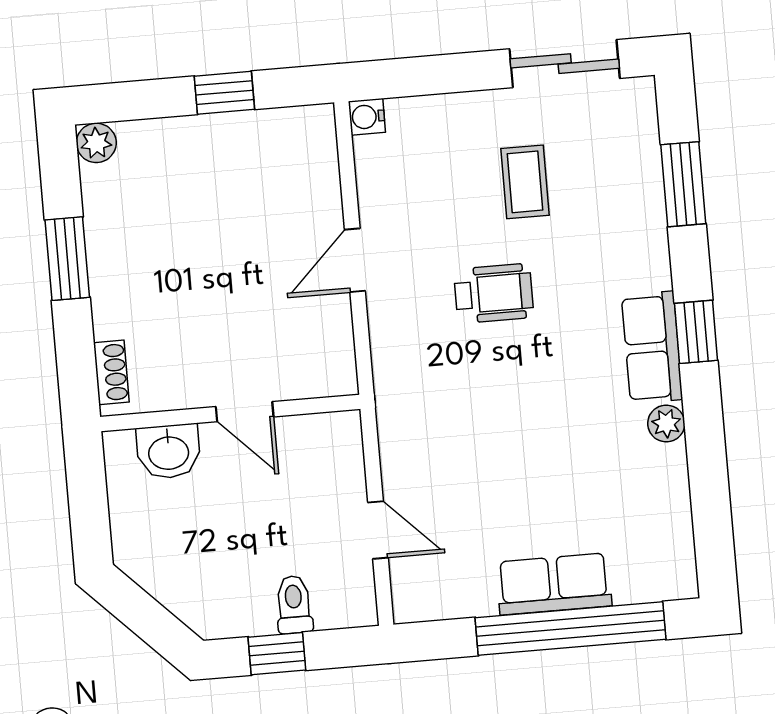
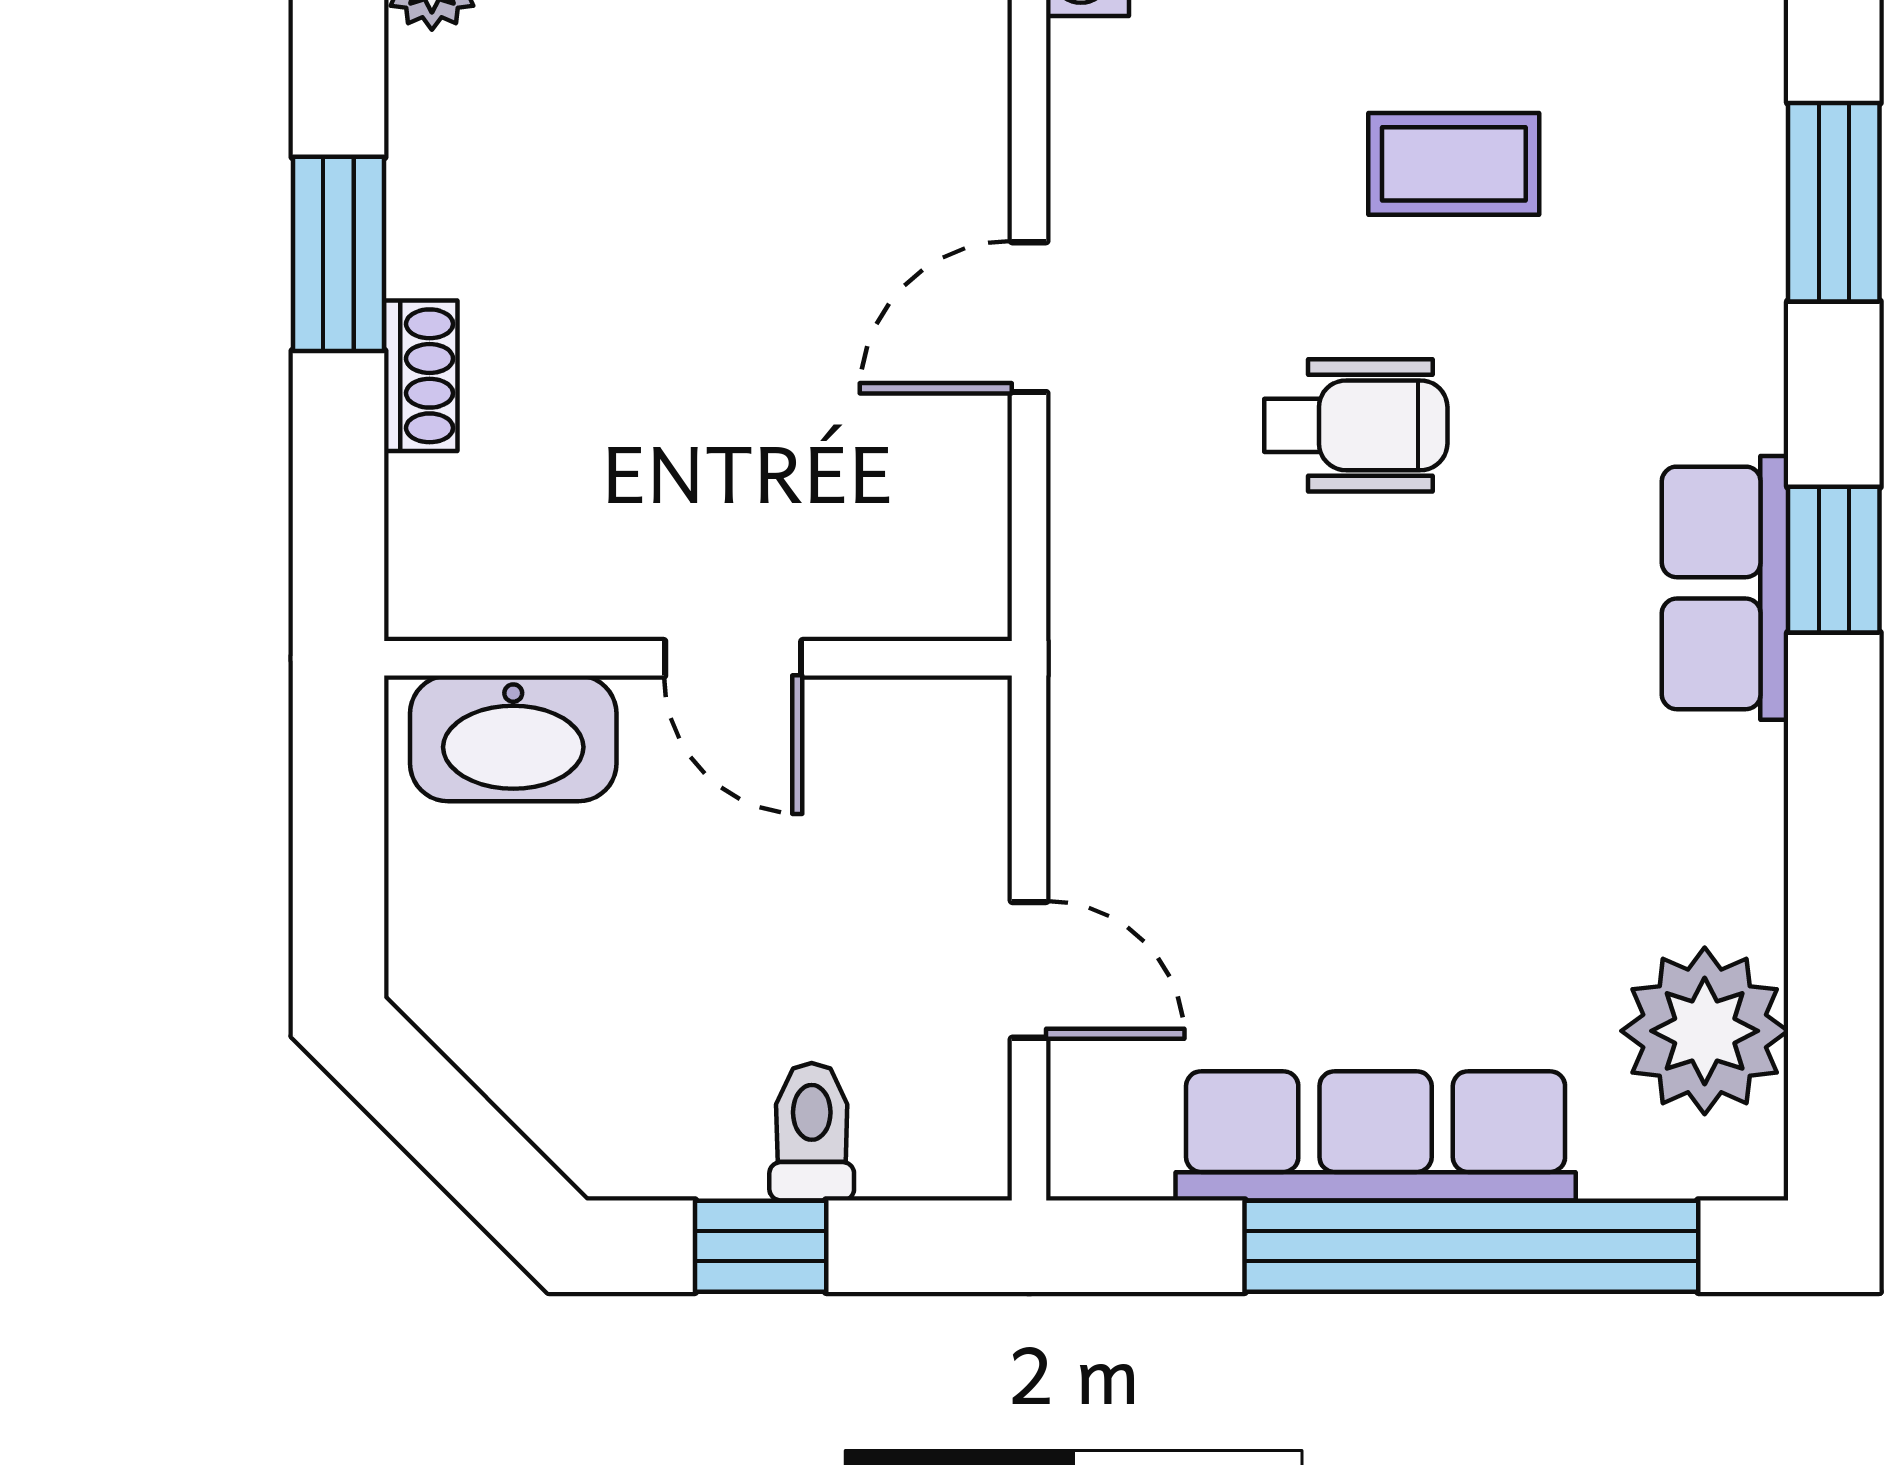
coffee table: (525, 182) -> (1454, 164), turned 90
shoe rack: (111, 372) -> (421, 376), moved
plant: (666, 423) -> (1705, 1031), moved, width x1.87, depth x1.87
washbasin: (168, 452) -> (513, 738), width x1.38
row of seats: (554, 584) -> (1376, 1136), width x1.48

